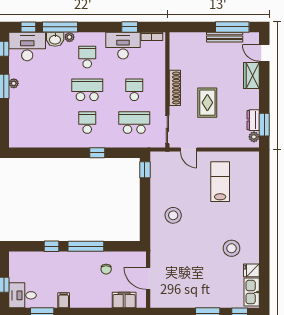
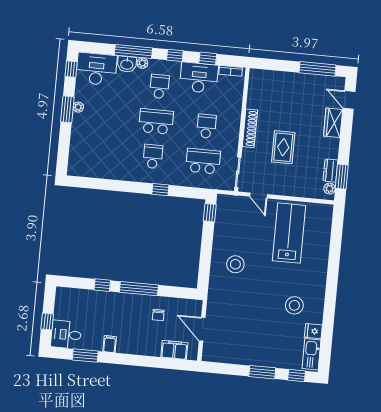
window: (28, 27) -> (175, 55), moved
bench: (225, 37) -> (308, 79), removed
lab bench: (220, 182) -> (289, 233), width x1.36, depth x1.39

